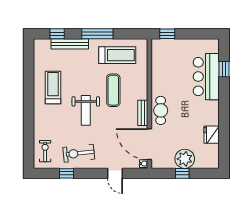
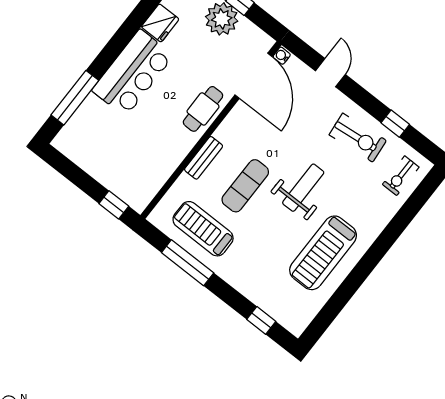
window: (97, 34) -> (188, 263), moved
bench: (70, 44) -> (255, 294), removed
window: (224, 69) -> (75, 98), width x2.17
bar counter: (206, 77) -> (133, 73), moved
treadmill: (53, 87) -> (323, 253), width x1.37, depth x1.38
bench: (143, 113) -> (204, 158), moved

